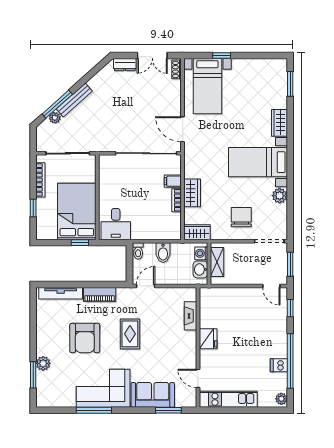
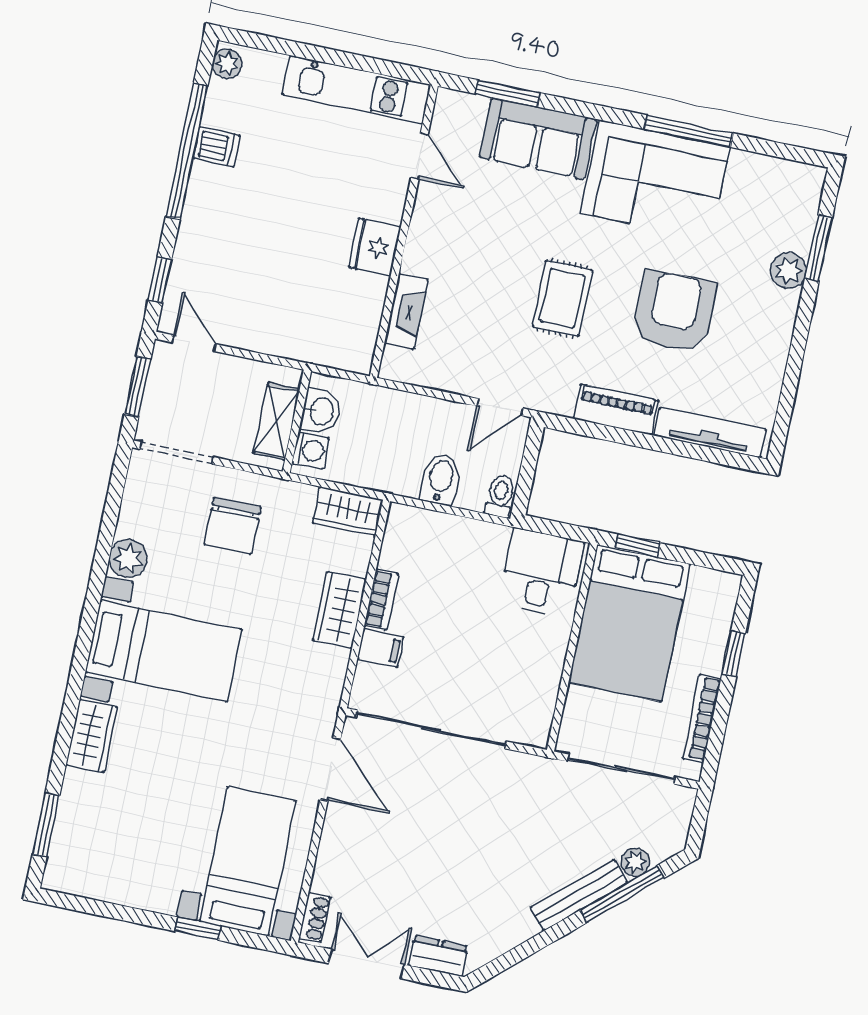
washing machine: (201, 253) -> (311, 450), moved
shelving: (217, 262) -> (277, 421), moved
wall: (209, 264) -> (297, 421), moved
washbasin: (200, 269) -> (321, 411), moved

